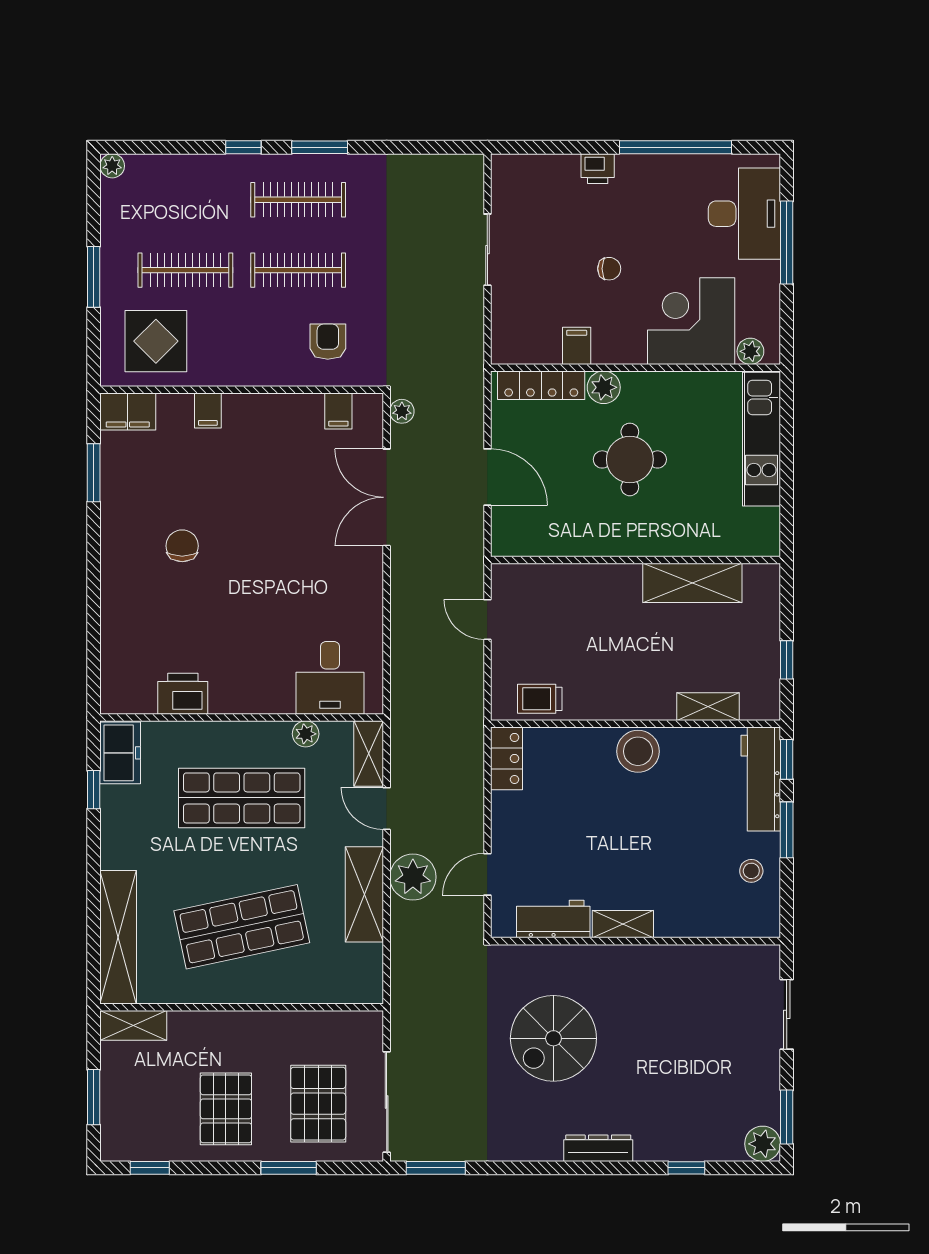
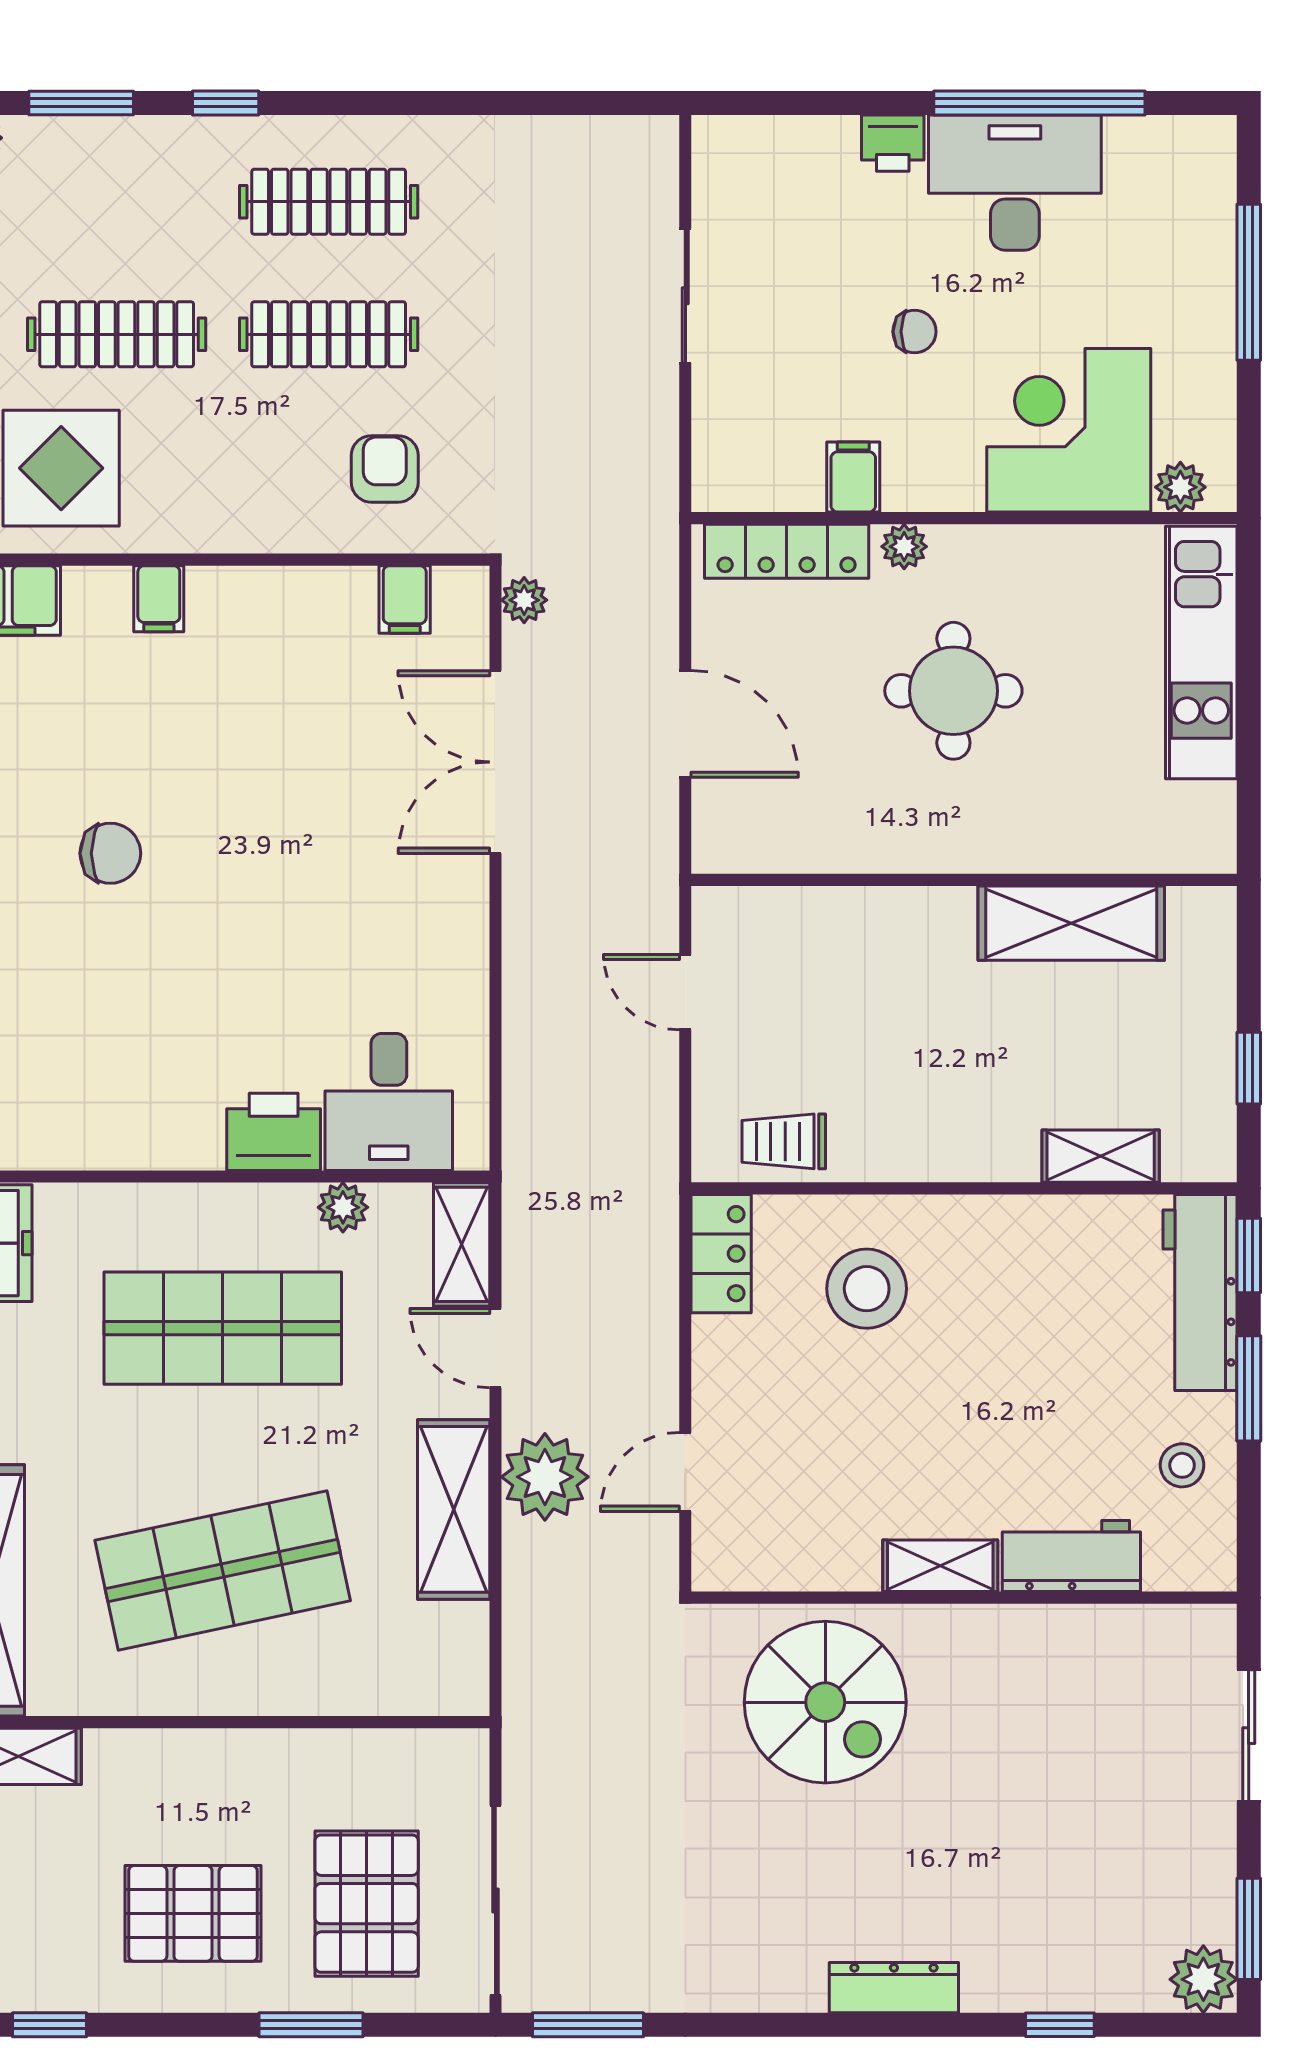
window: (320, 147) -> (81, 103), moved
desk: (744, 214) -> (1015, 183), moved, turned -90
plant: (604, 387) -> (904, 547), width x0.73, depth x0.73
chair: (182, 546) -> (110, 853), turned 90
printer: (183, 694) -> (274, 1132), moved
stool: (638, 751) -> (867, 1289), moved
workbench: (553, 919) -> (1071, 1556), moved
spiral stairs: (553, 1038) -> (825, 1702), moved, turned -90
pallet: (226, 1109) -> (193, 1913), turned 90

